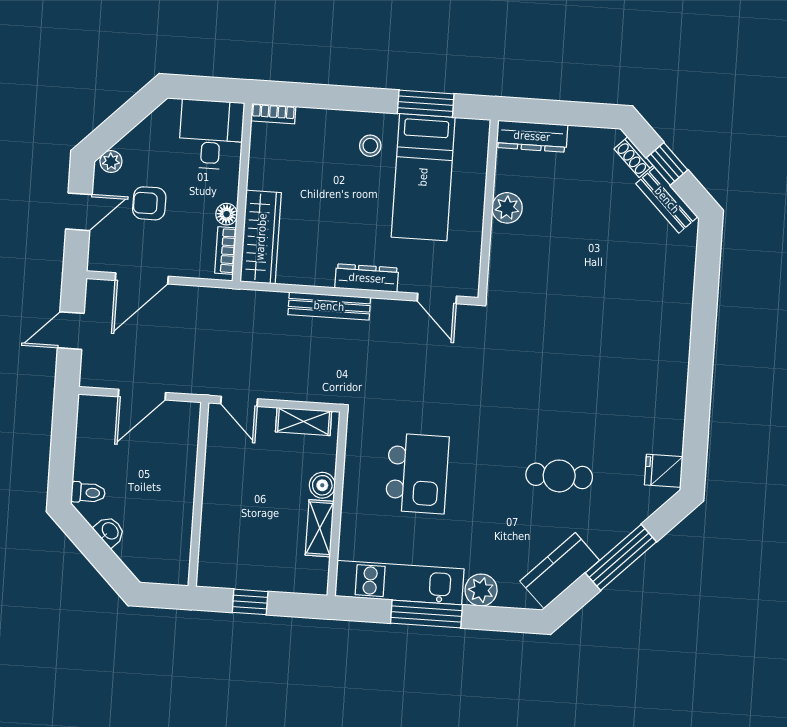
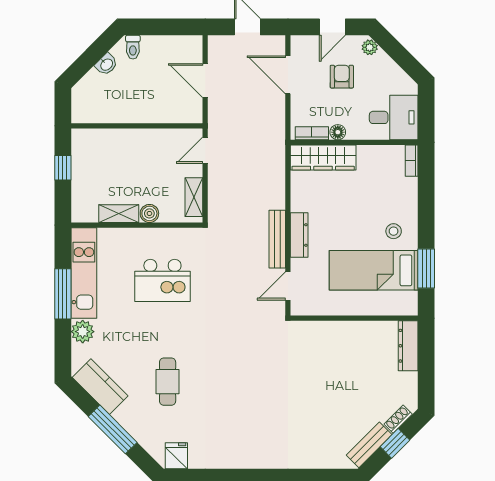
plant: (507, 208) -> (356, 332), removed
door: (79, 212) -> (332, 27), hinge flipped
bench: (329, 306) -> (277, 239), moved

